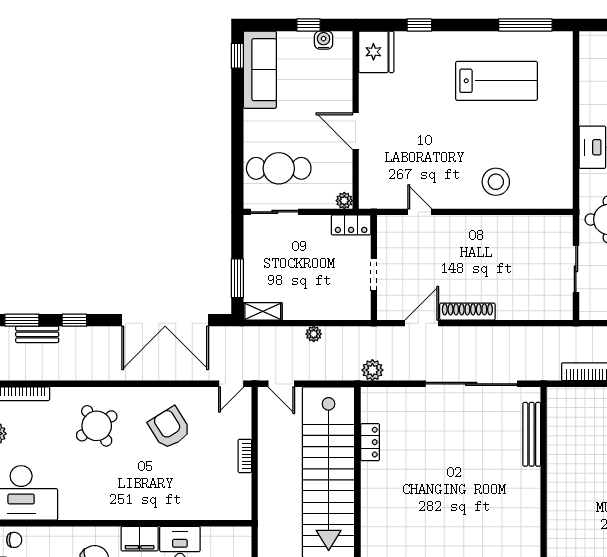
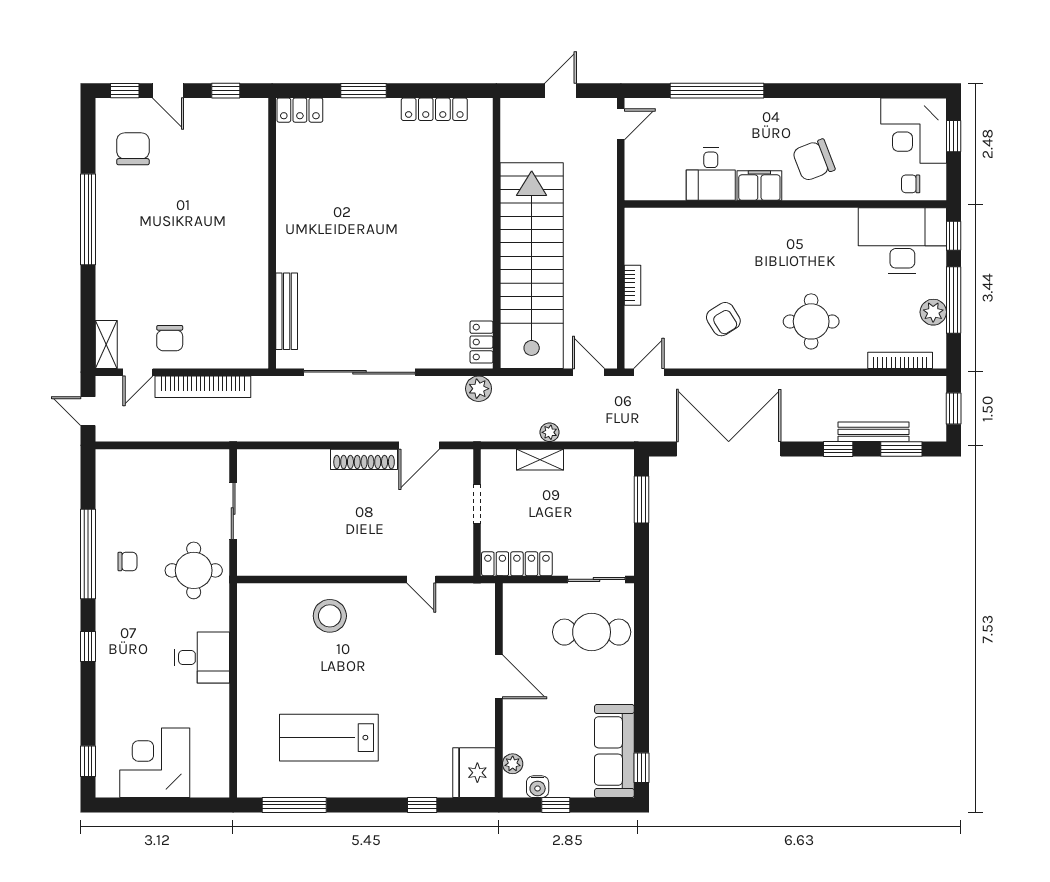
plant: (344, 201) -> (513, 764), moved
locker: (351, 225) -> (517, 564), width x1.53
shelving: (263, 311) -> (540, 460), moved
bench: (37, 334) -> (874, 432), width x1.36
round table: (97, 426) -> (811, 321), turned 33
armchair: (170, 428) -> (723, 319), width x0.72, depth x0.72
locker: (370, 442) -> (481, 342), moved

